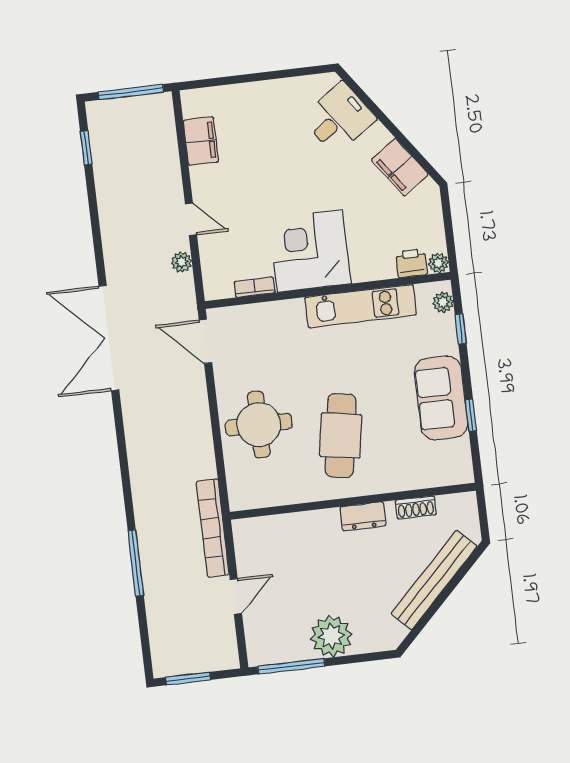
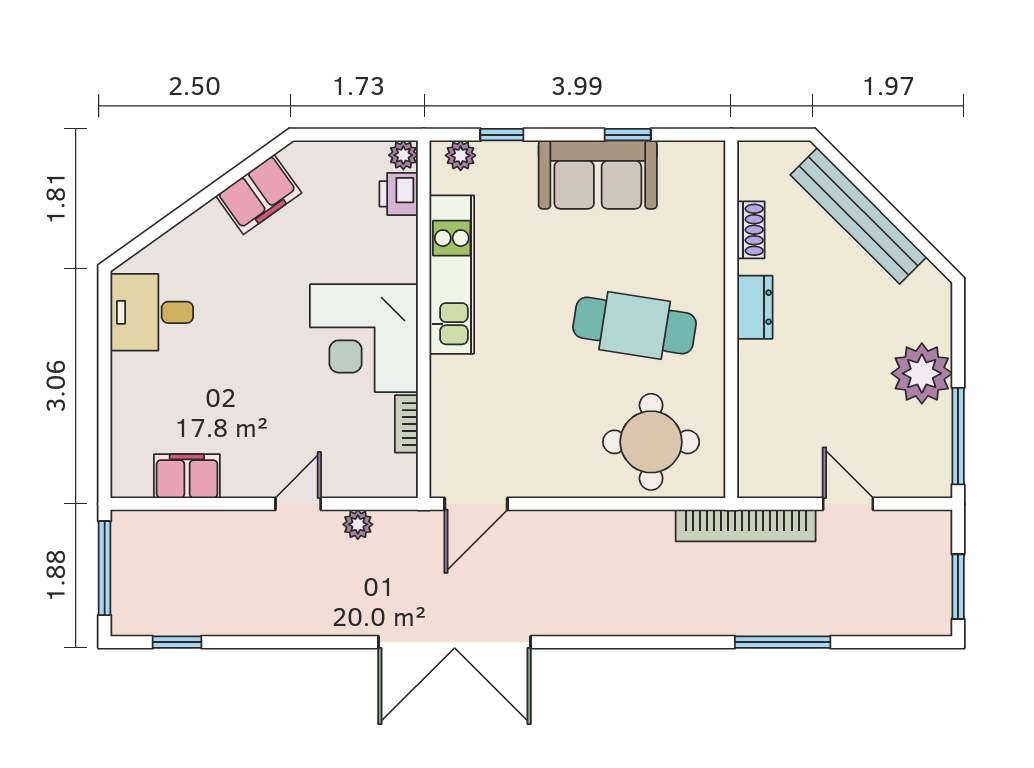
desk: (339, 118) -> (152, 312), moved, turned -54
round table: (259, 425) -> (651, 442), moved

